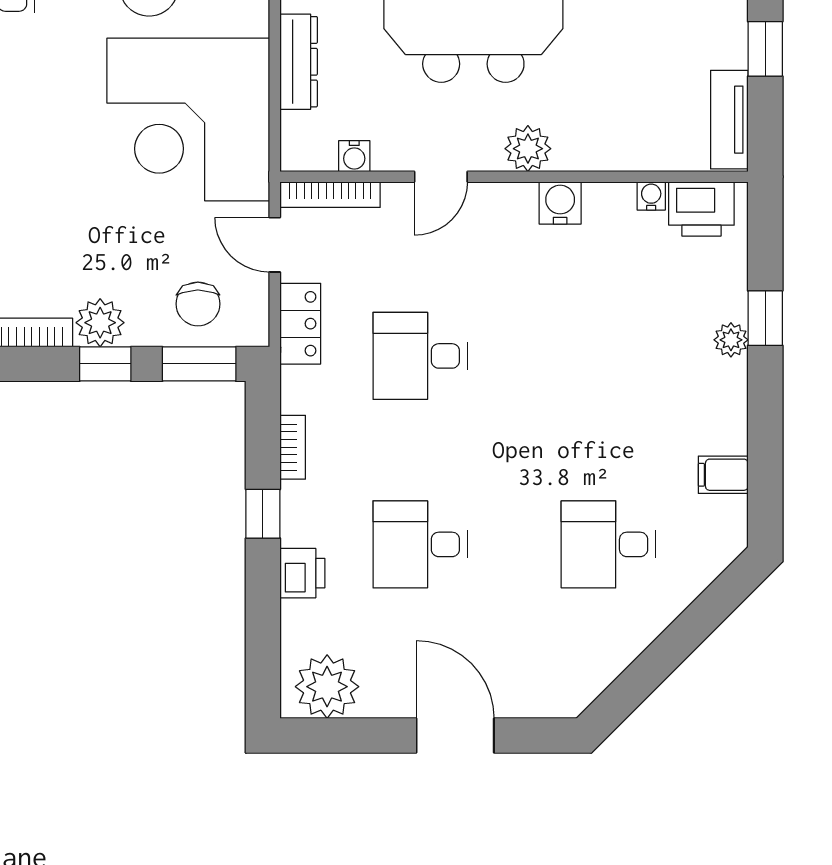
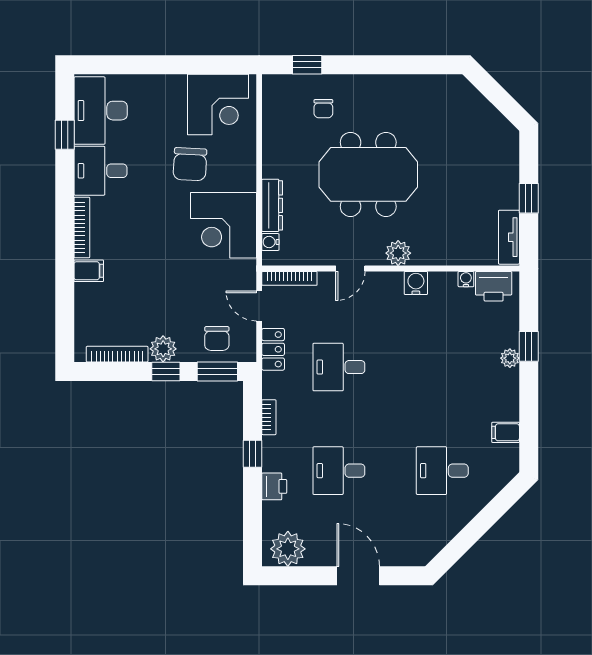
corner desk: (188, 119) -> (223, 225), width x0.74, depth x0.74
water cooler: (354, 156) -> (270, 242), moved, turned 90

